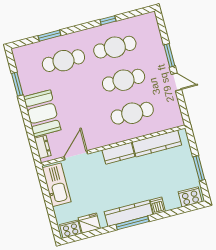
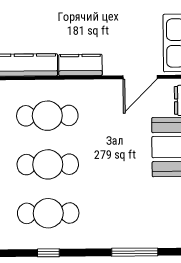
window: (49, 36) -> (135, 252), width x1.44
cafe table: (63, 61) -> (124, 213), removed

